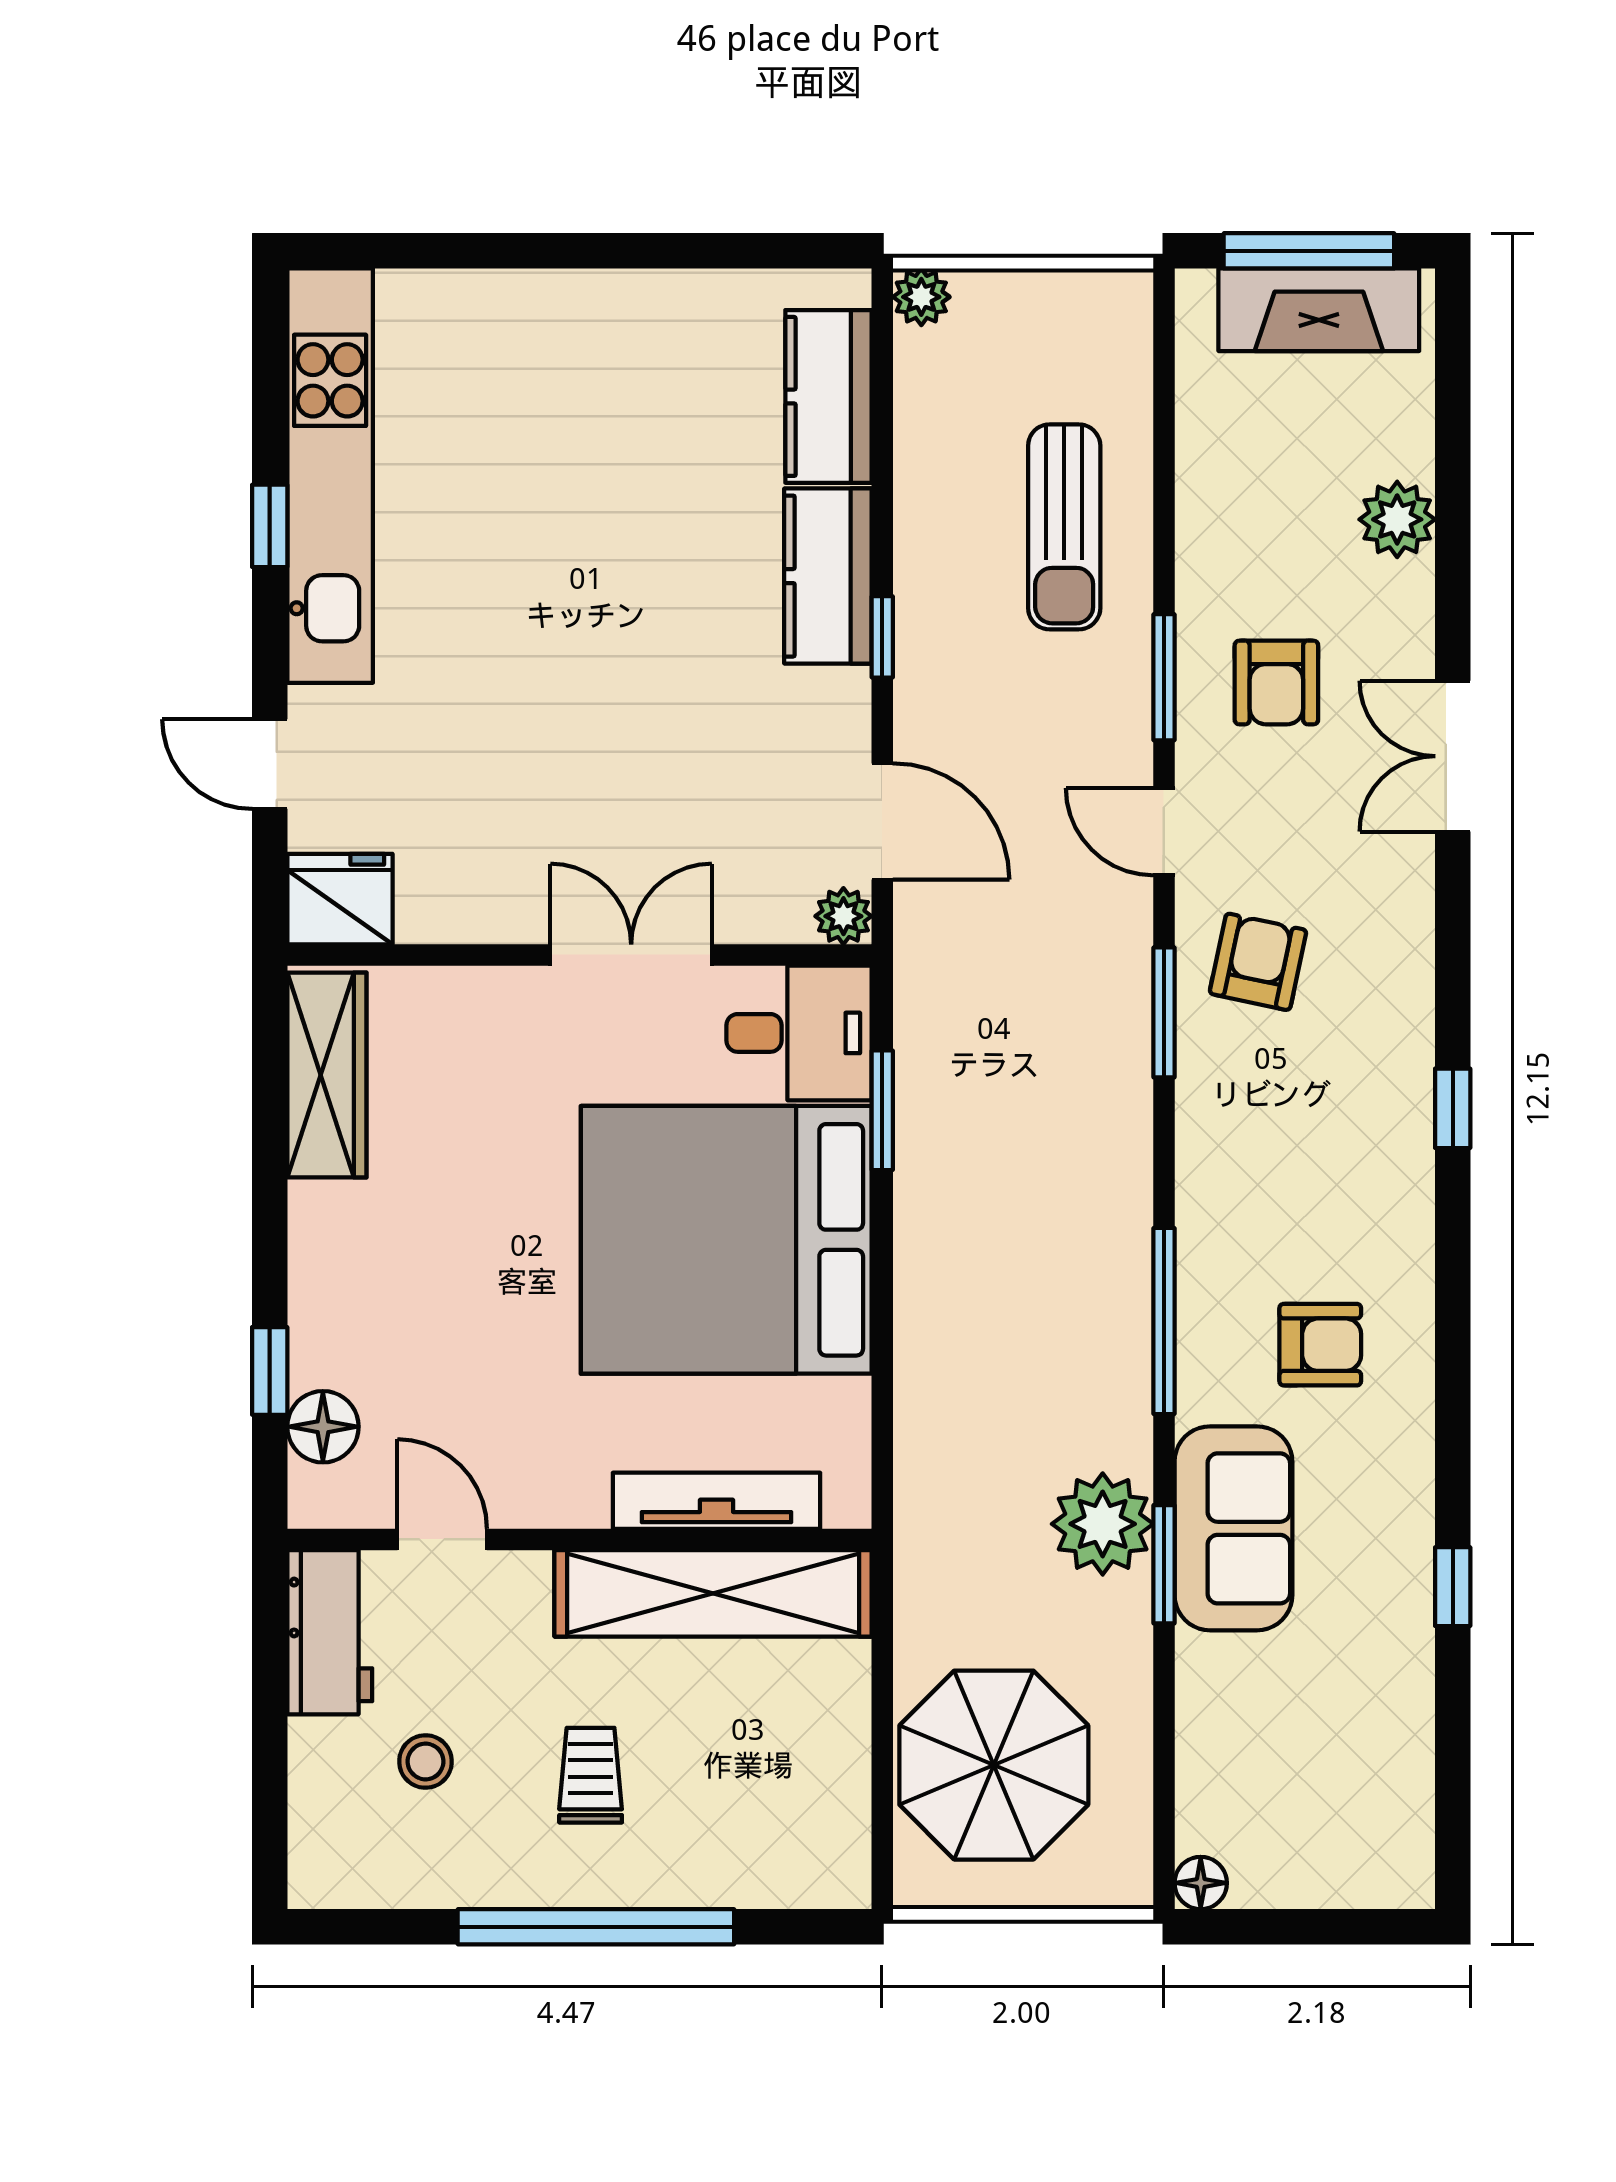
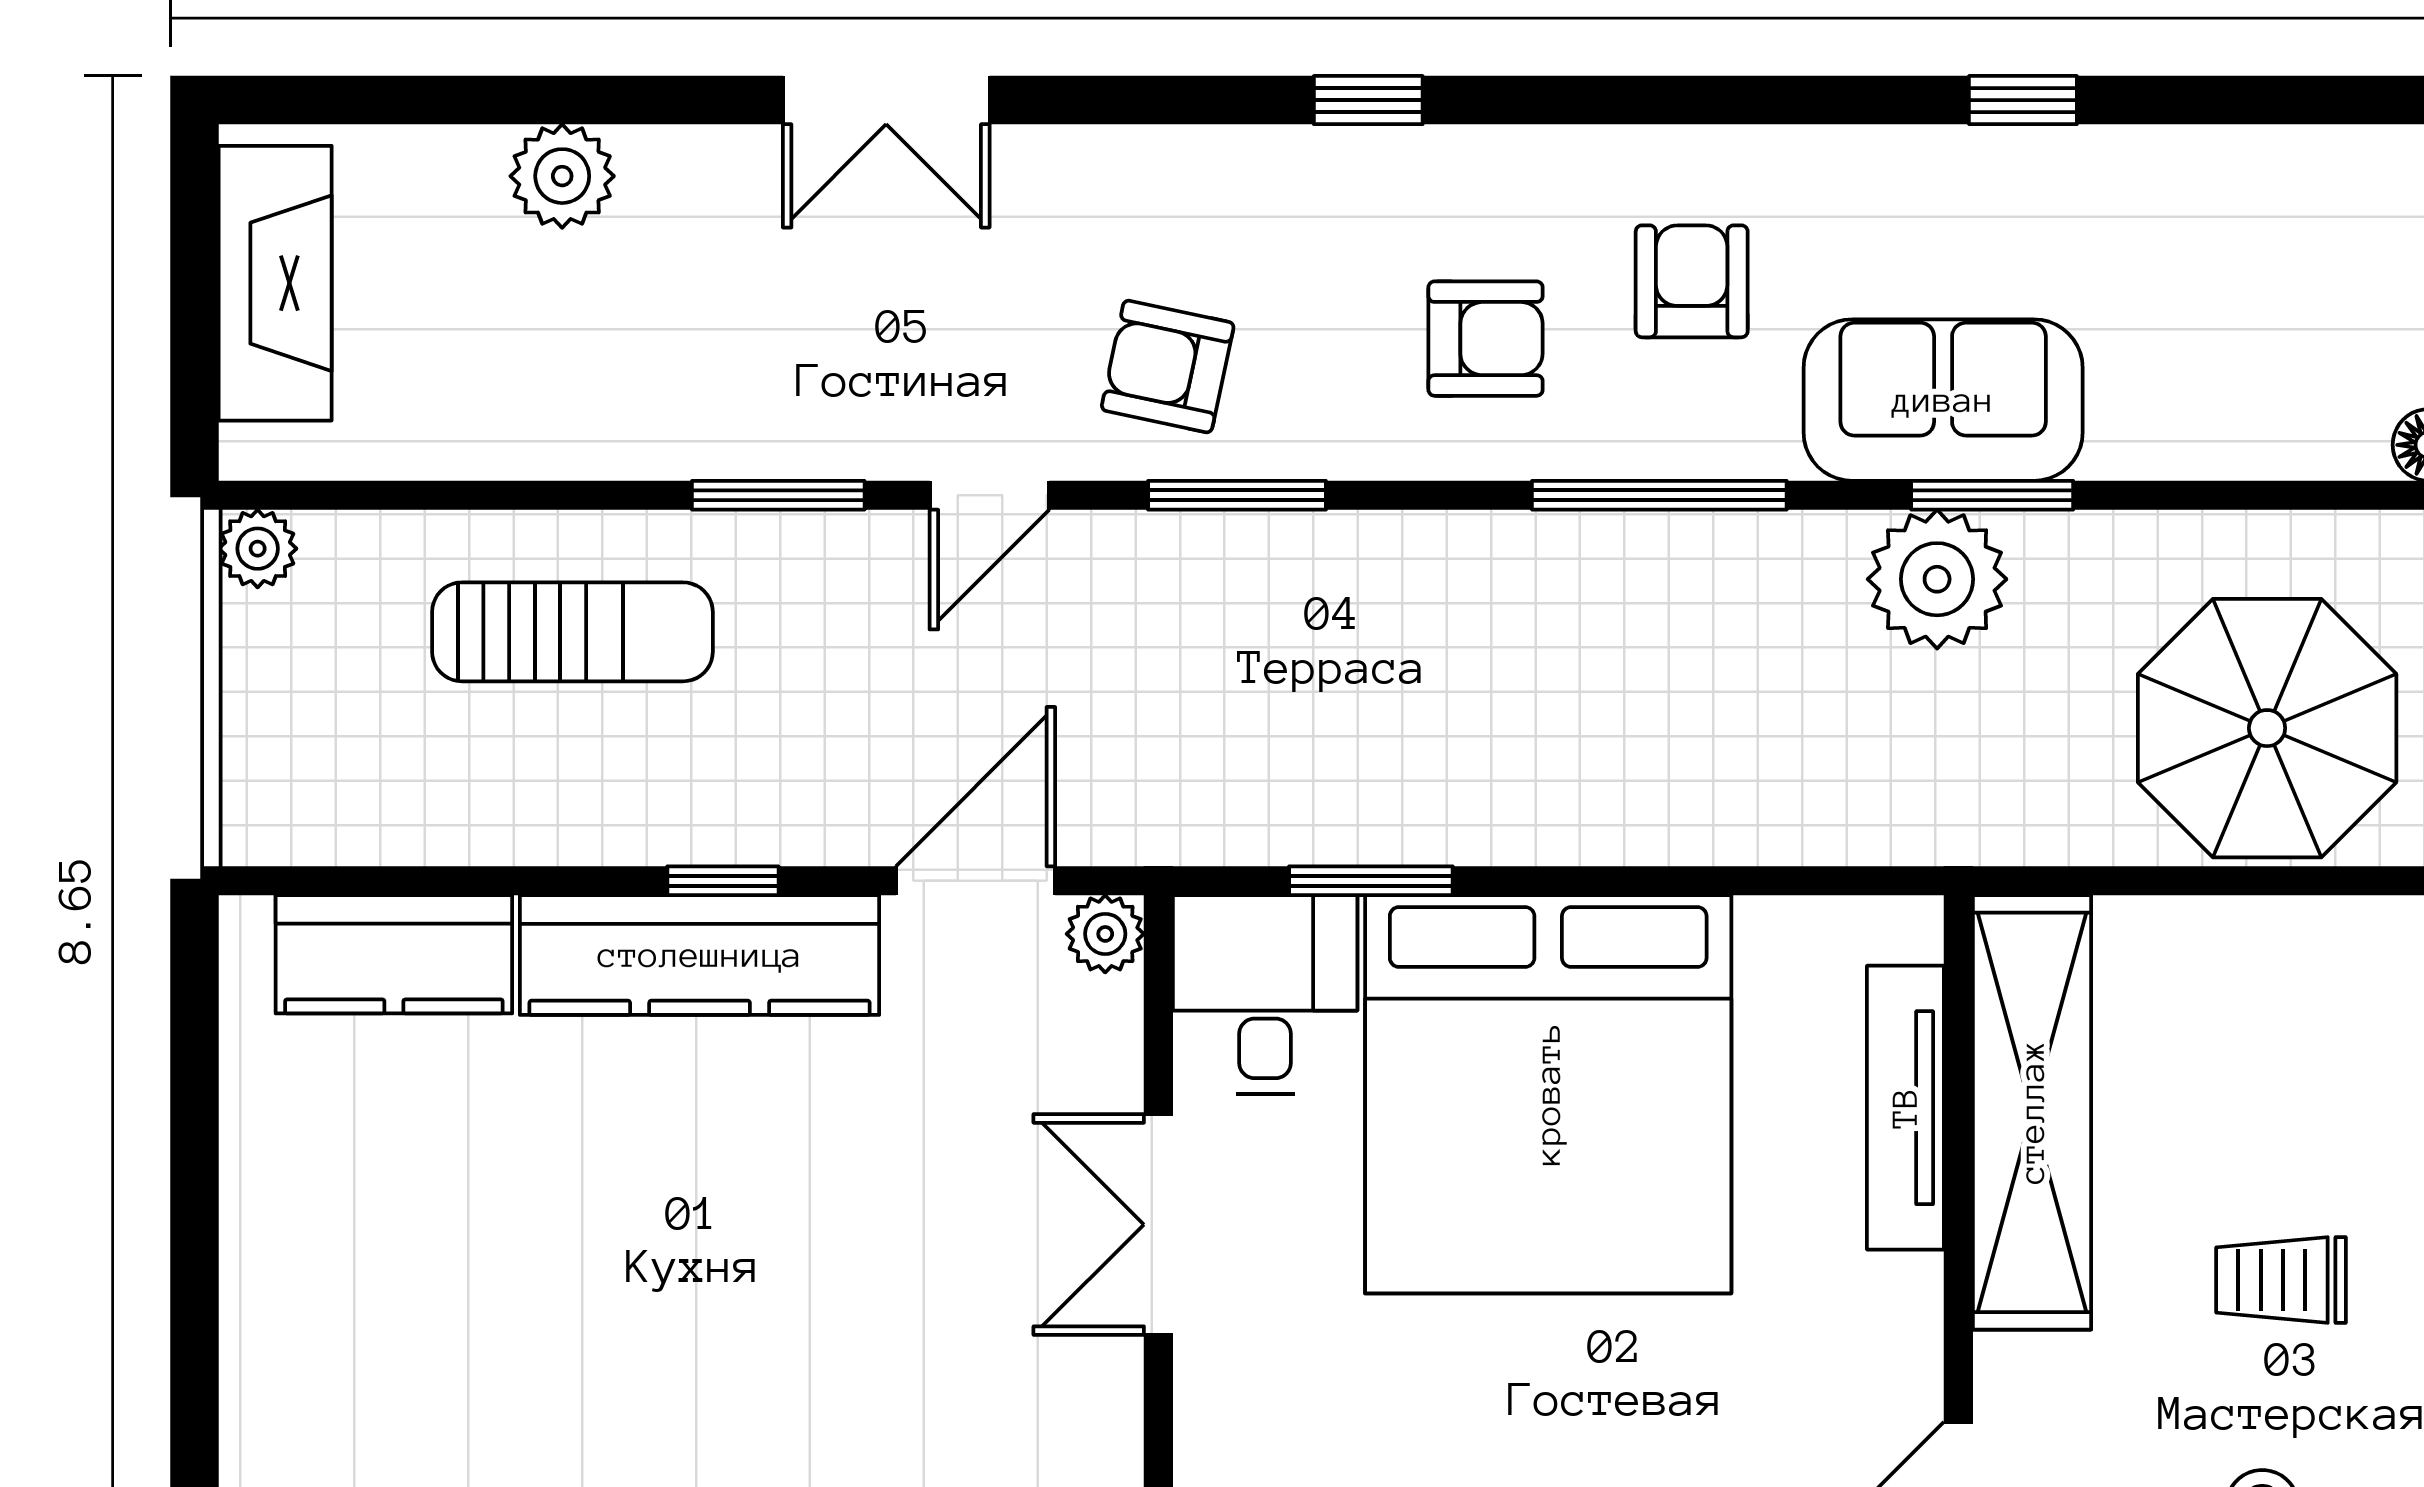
window: (1309, 251) -> (195, 297), removed
plant: (921, 297) -> (258, 549), moved
kitchen counter: (828, 576) -> (700, 955), width x1.50
armchair: (1276, 682) -> (1486, 339), moved

